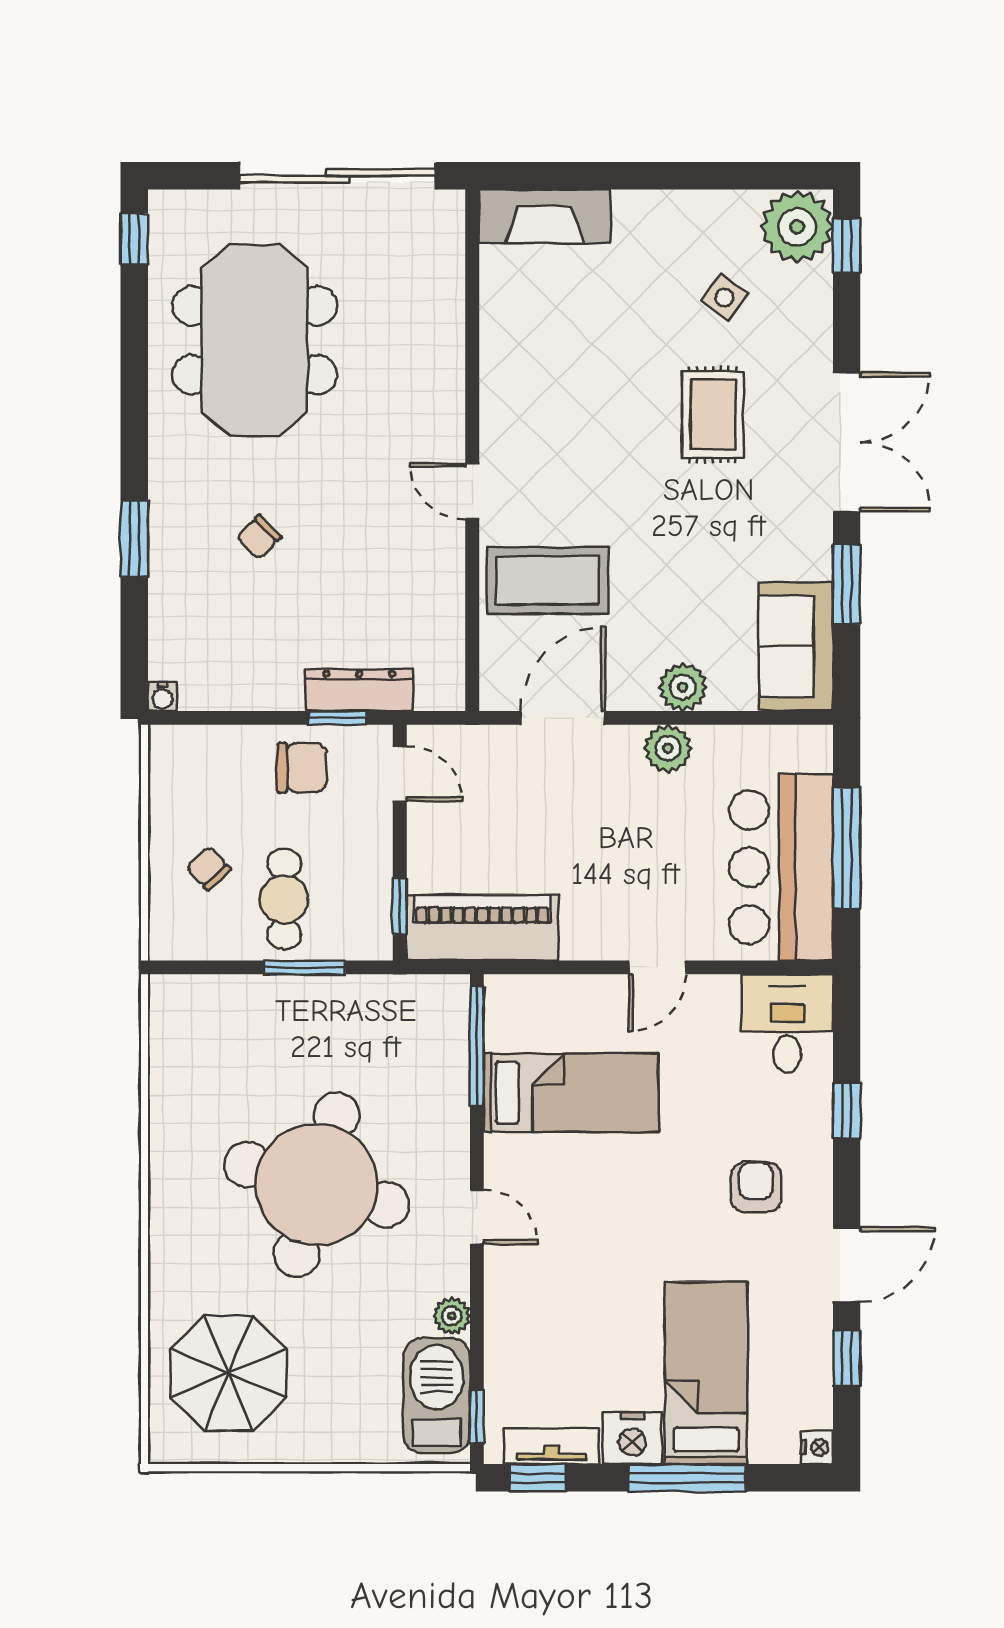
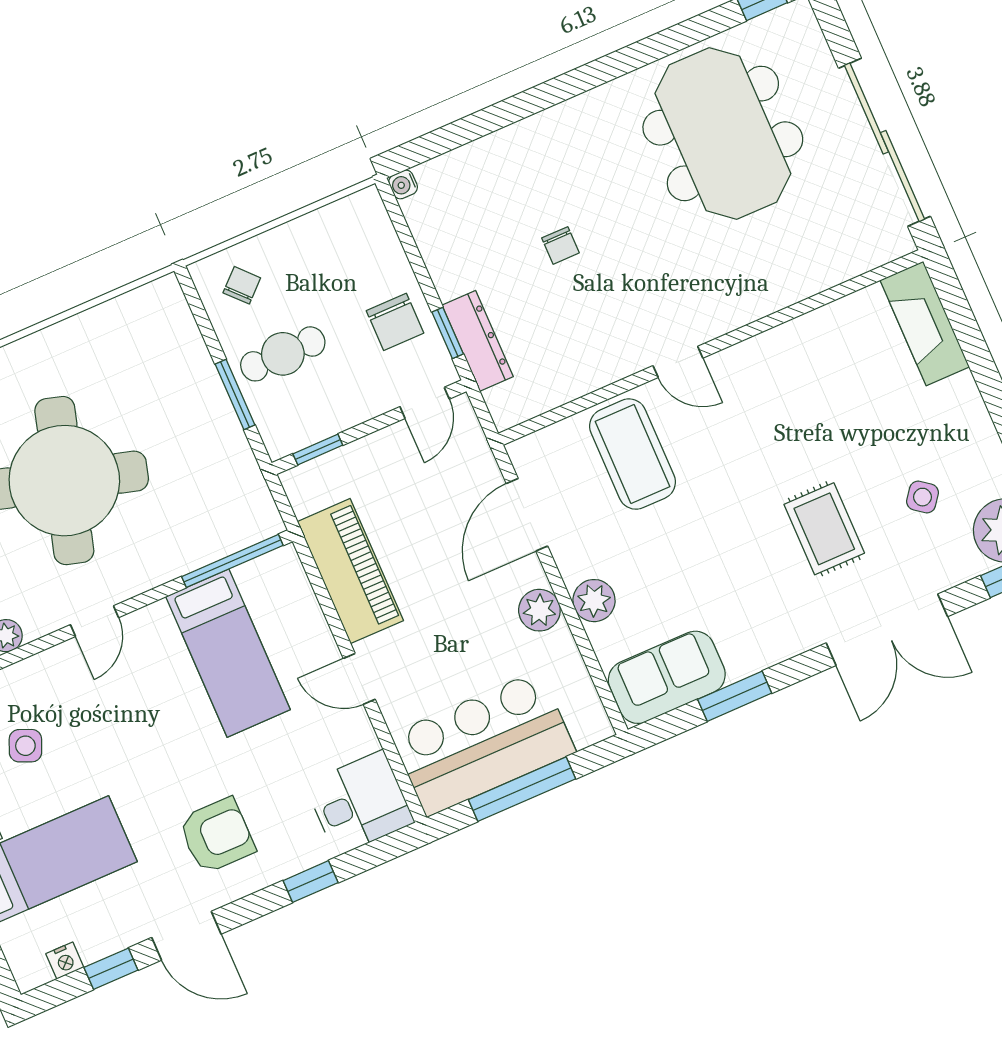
meeting table: (255, 340) -> (723, 133), turned 90
rug: (713, 415) -> (824, 529), turned 90
double door: (847, 442) -> (887, 630), moved
door: (472, 491) -> (678, 362), swing flipped
chair: (259, 537) -> (560, 245), moved, turned -135
window: (134, 539) -> (520, 106), removed
door: (563, 718) -> (527, 515), swing flipped
chair: (208, 868) -> (242, 285), moved
piano: (482, 928) -> (350, 571), moved
armchair: (756, 1187) -> (217, 836), width x1.38, depth x1.38
side table: (575, 1346) -> (25, 746), added
nightstand: (817, 1447) -> (65, 961), moved

